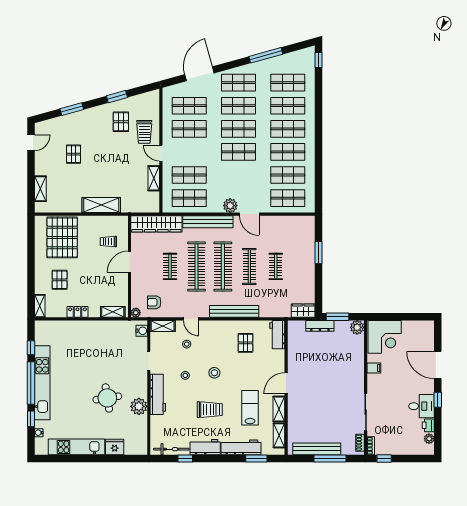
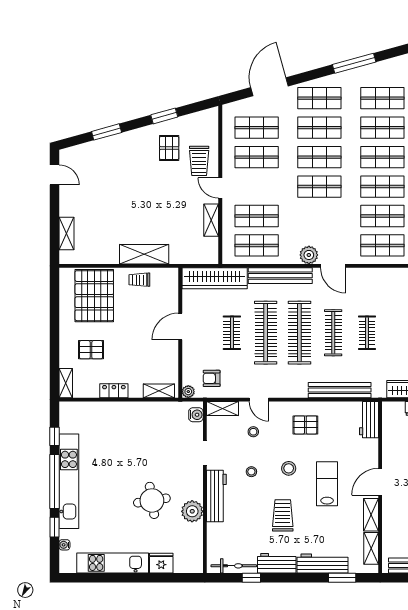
door: (31, 143) -> (55, 175), hinge flipped
pallet: (74, 154) -> (109, 189), removed
trolley: (108, 242) -> (139, 280), moved
pallet: (60, 280) -> (91, 350), turned 90
bench: (234, 311) -> (340, 390), moved
pallet: (245, 343) -> (305, 425), moved, turned 90
lab bench: (250, 408) -> (327, 484), moved
trolley: (210, 410) -> (283, 515), turned -90

